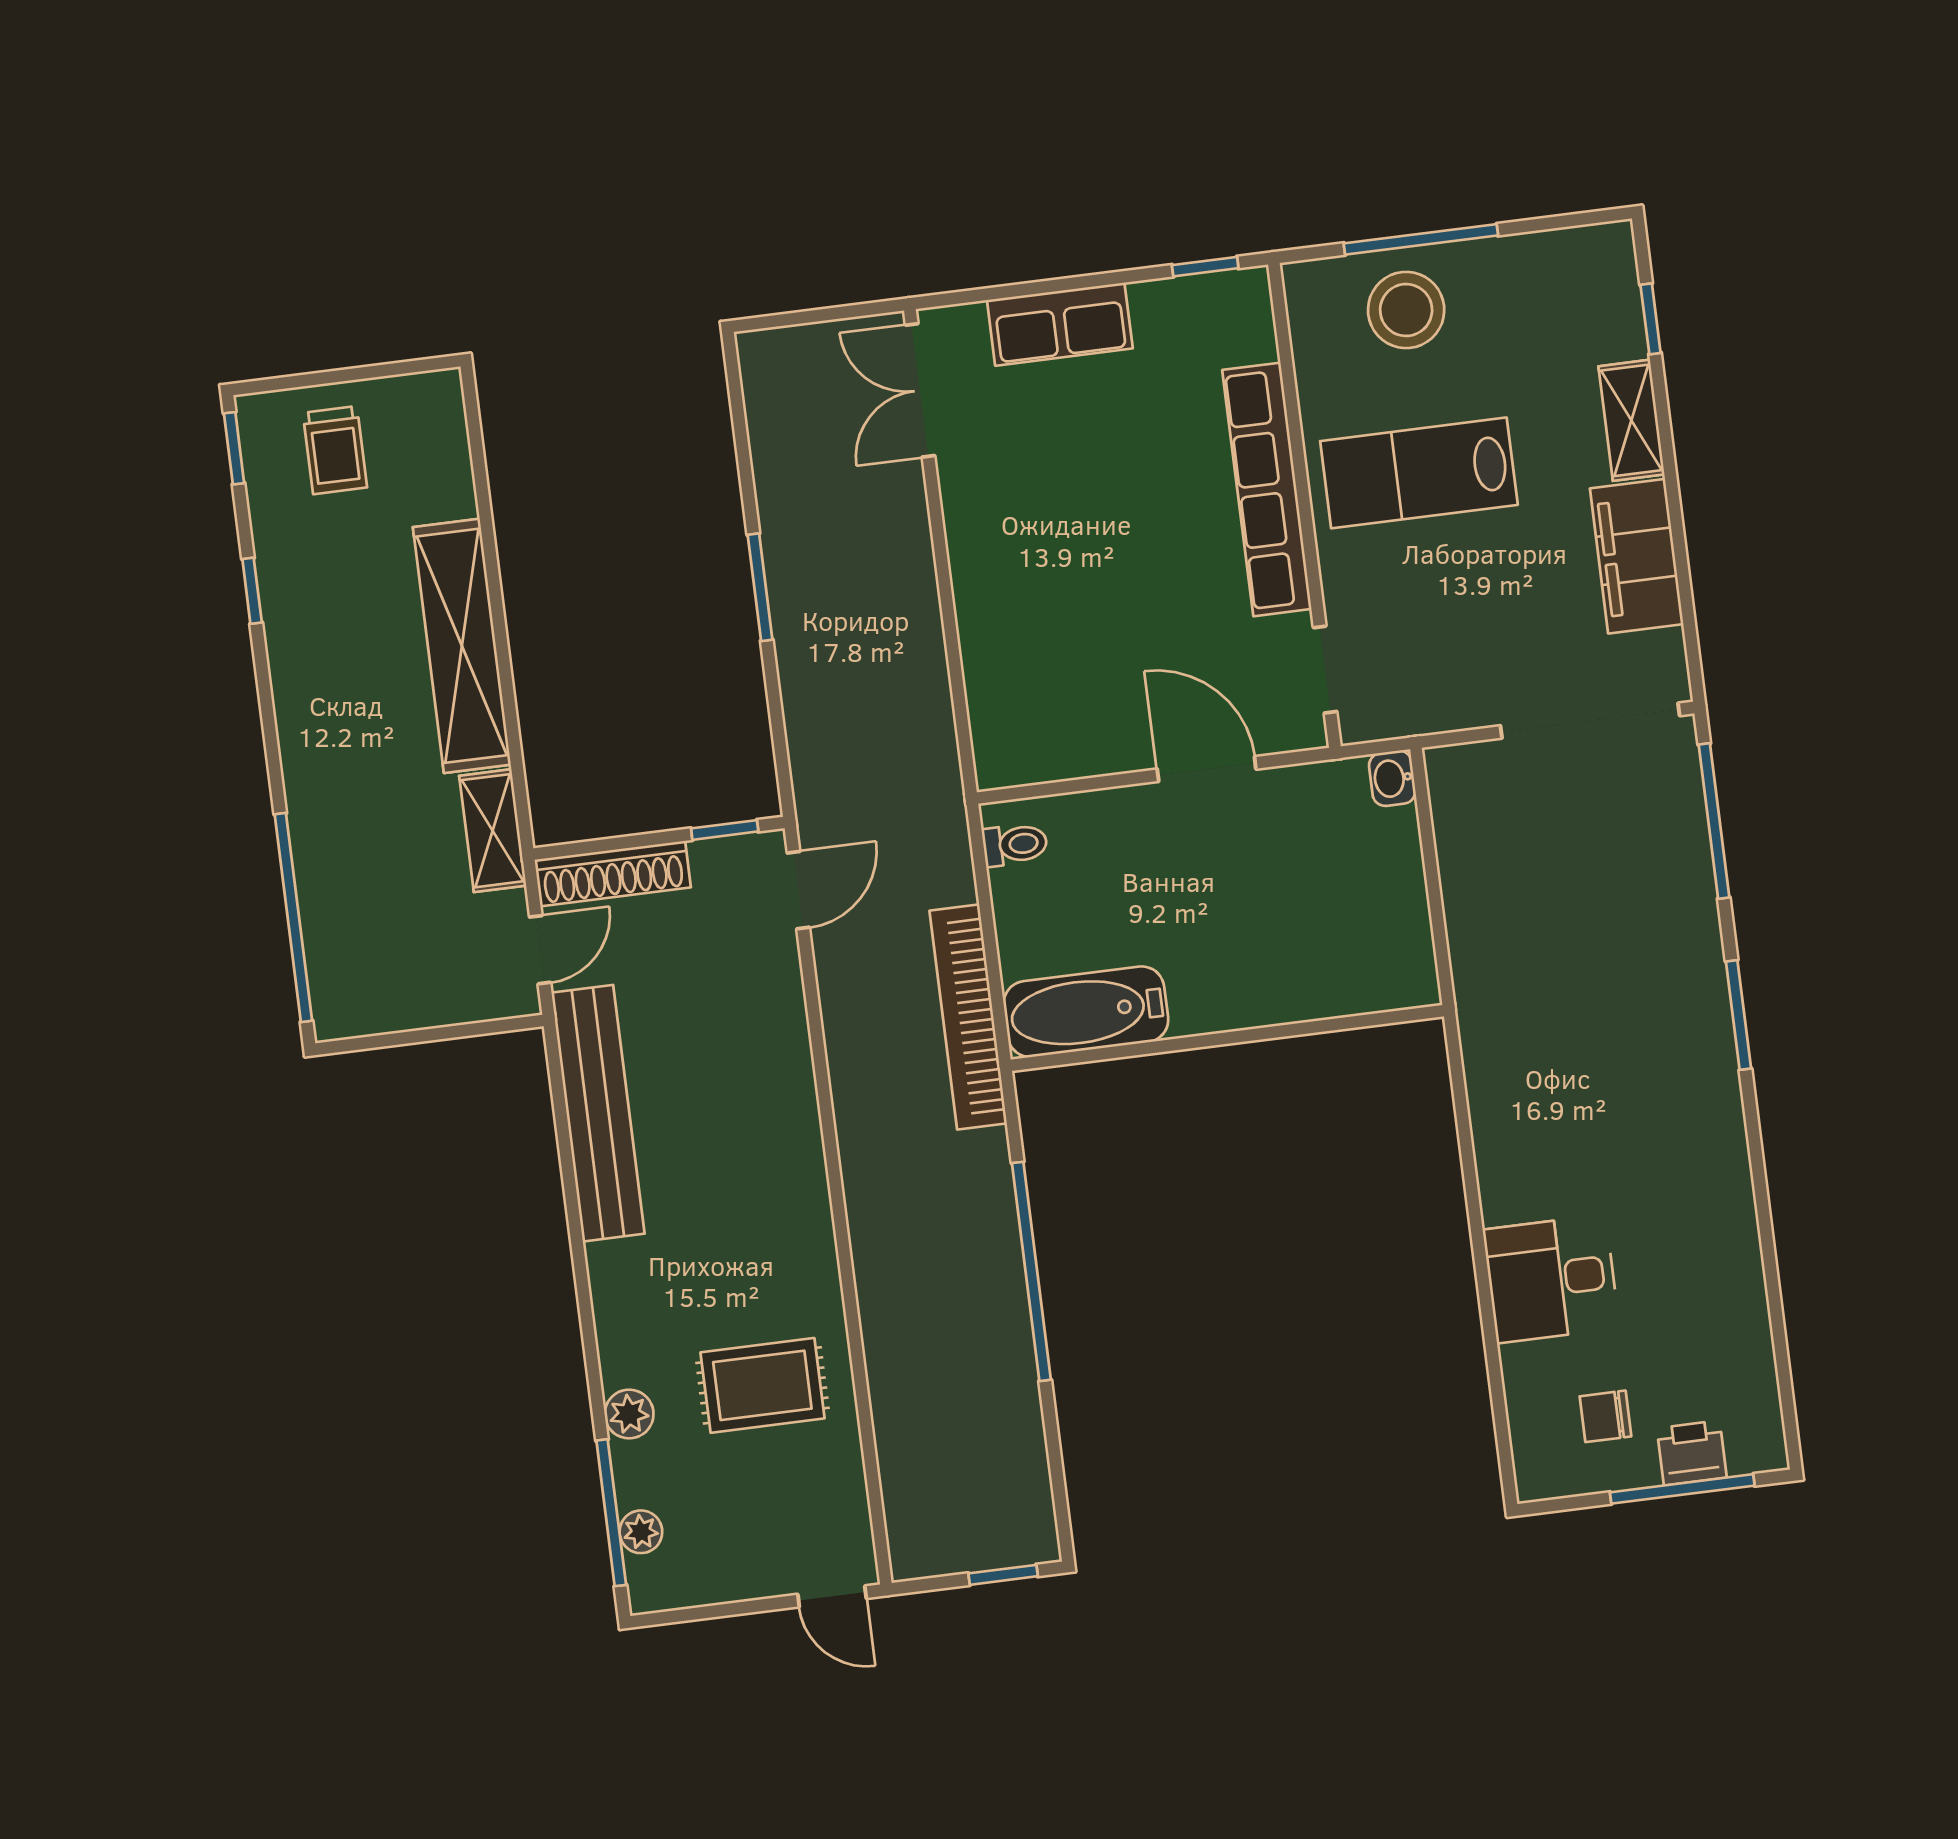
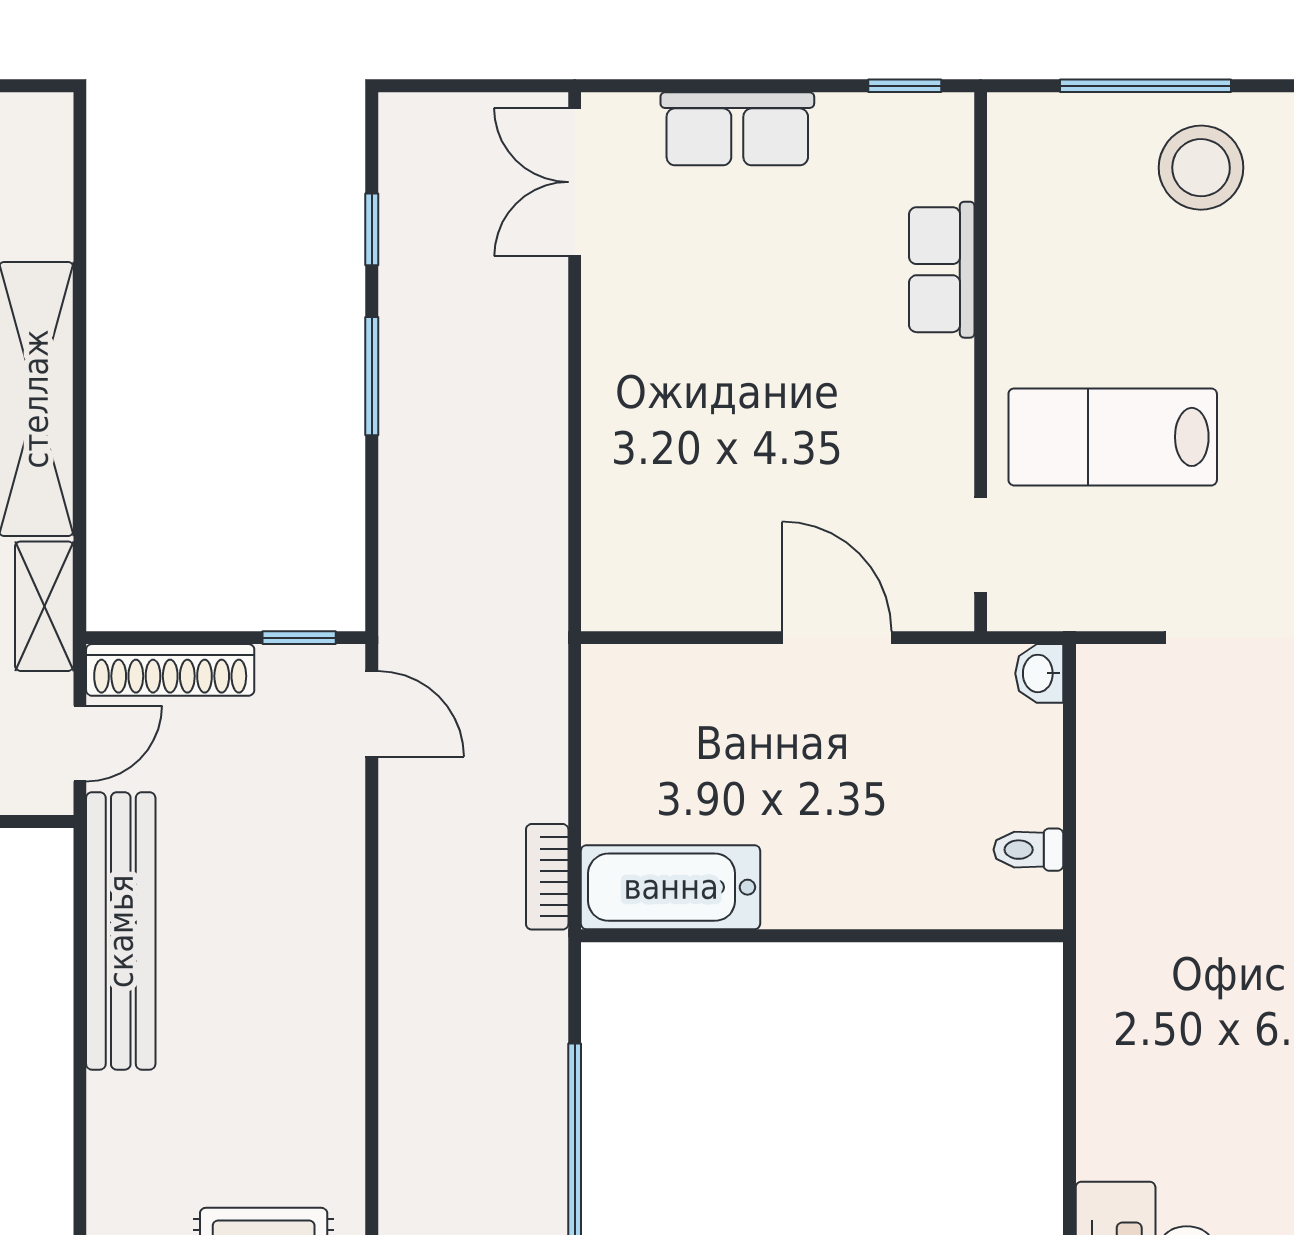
stool: (1406, 310) -> (1201, 168), moved
window: (743, 456) -> (372, 229), added
lab bench: (1419, 473) -> (1113, 437), moved
row of seats: (1267, 489) -> (942, 270), width x0.50
toilet: (1015, 844) -> (1028, 850), moved, turned 180
door: (798, 890) -> (372, 714), hinge flipped
bookcase: (968, 1017) -> (547, 877), width x0.43, depth x0.76

